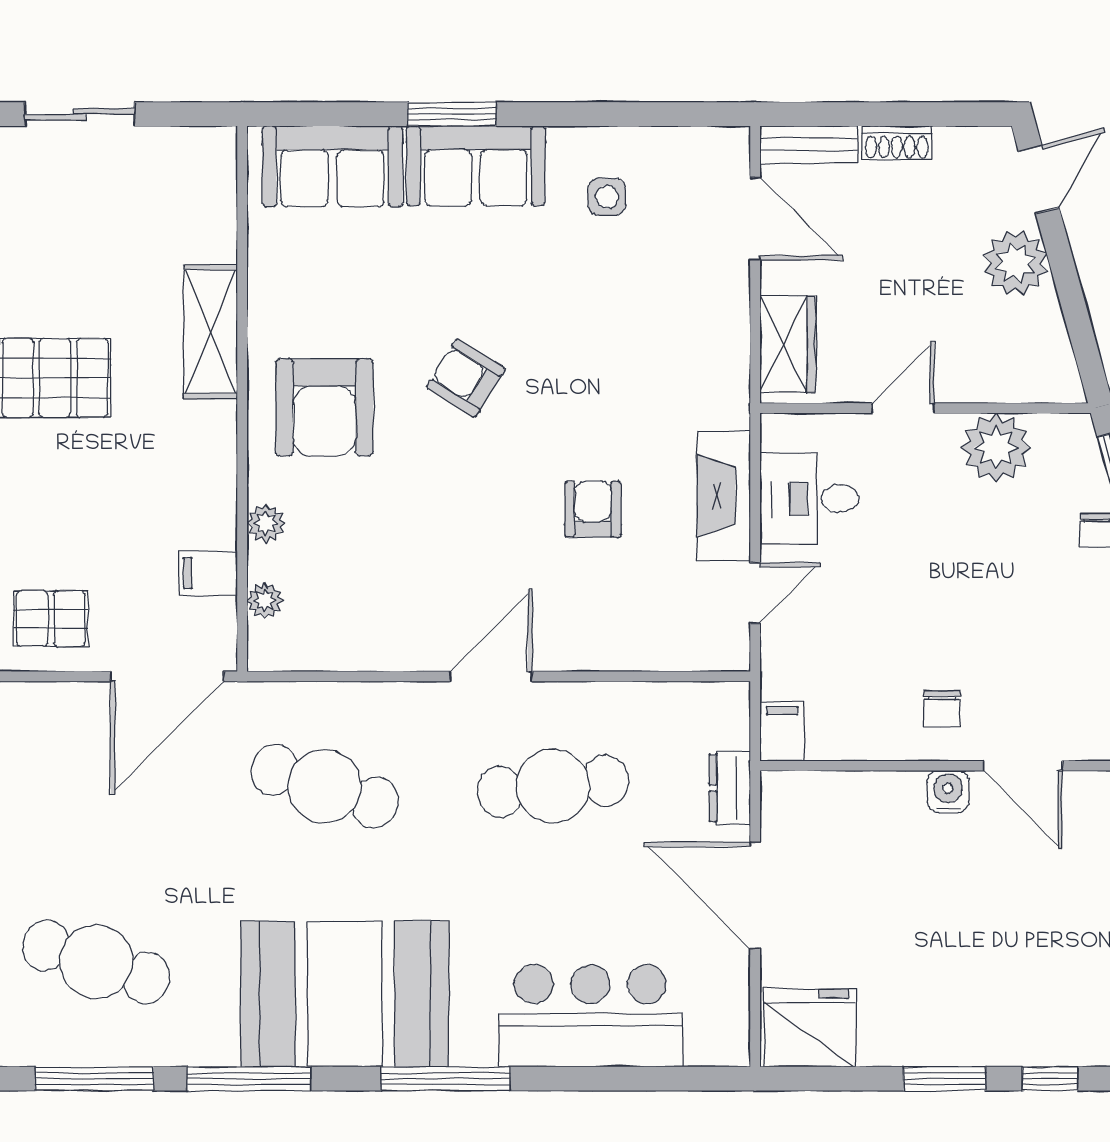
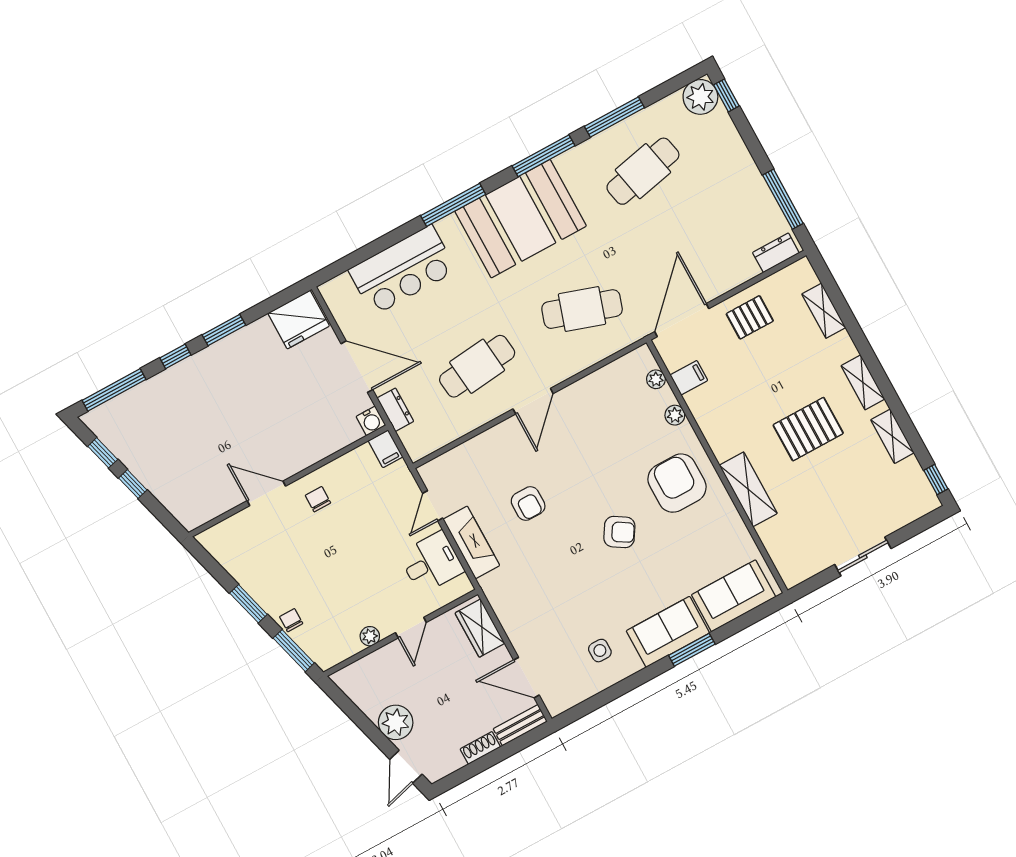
plant: (996, 447) -> (370, 636), width x0.53, depth x0.53
water cooler: (948, 792) -> (371, 421), moved
cafe table: (96, 962) -> (643, 171), turned -30

